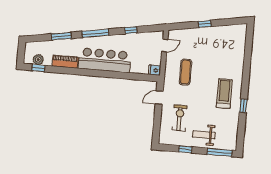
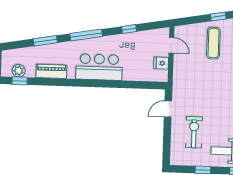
door: (165, 45) -> (171, 45), hinge flipped
bar counter: (104, 60) -> (99, 67), width x0.73
fridge: (155, 70) -> (161, 63), moved
exercise mat: (185, 72) -> (213, 43), moved

